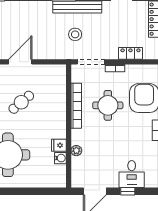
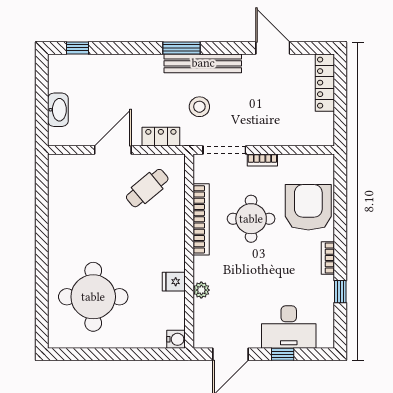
locker: (130, 53) -> (161, 137), moved
cafe table: (21, 102) -> (147, 188), moved
water cooler: (60, 158) -> (176, 339), moved
desk: (132, 174) -> (289, 327), width x1.37

